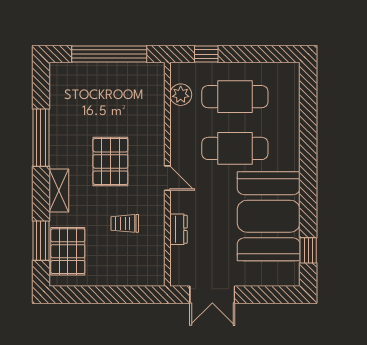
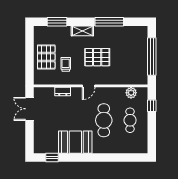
cafe table: (235, 97) -> (130, 120), width x0.73, depth x0.74
booth: (269, 216) -> (75, 142), width x0.73, depth x0.70
pallet: (68, 251) -> (46, 57), moved, turned 90

